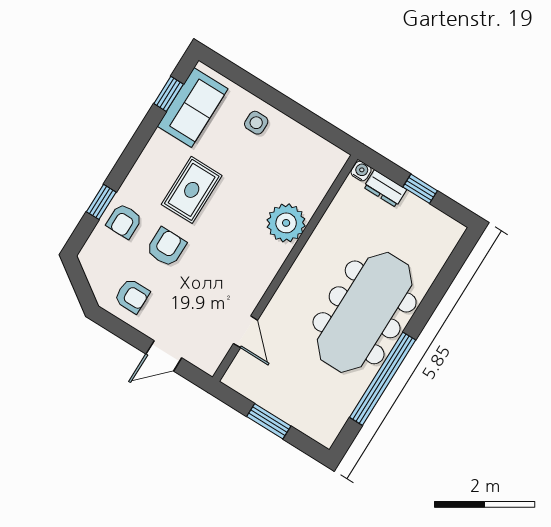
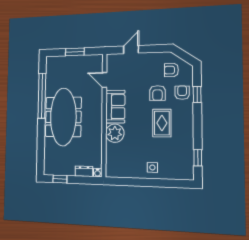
sofa: (193, 108) -> (115, 107), moved, turned 180
window: (420, 189) -> (60, 179), moved
armchair: (132, 296) -> (171, 70), moved

